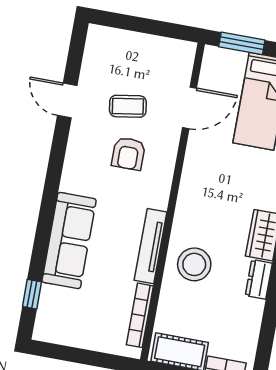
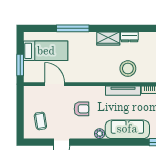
coffee table: (128, 106) -> (40, 121), moved
plant: (71, 182) -> (100, 134), added

